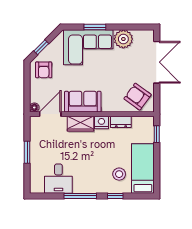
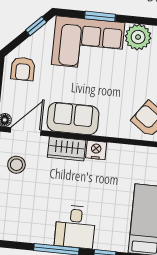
window: (41, 47) -> (36, 26), moved
dresser: (121, 122) -> (123, 152), removed
stool: (119, 174) -> (16, 165), moved
desk: (58, 179) -> (75, 227), moved

